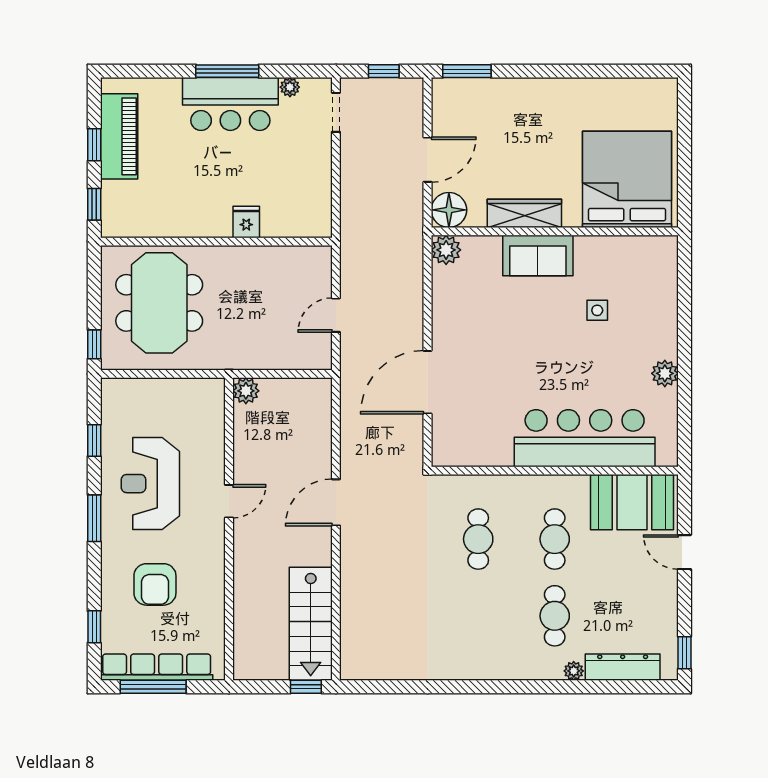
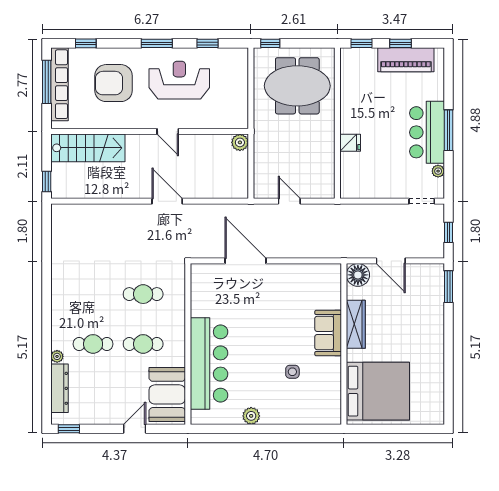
plant: (446, 250) -> (332, 273), removed
armchair: (155, 584) -> (113, 83), width x1.36, depth x1.36
stairs: (311, 624) -> (88, 148), moved, turned 180

